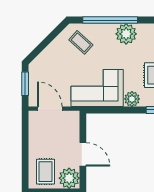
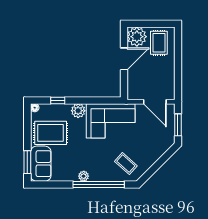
plant: (126, 34) -> (84, 176), width x0.53, depth x0.53
door: (83, 154) -> (124, 59), swing flipped

